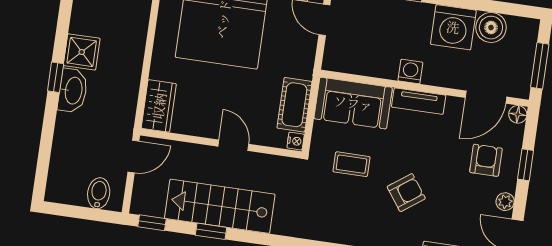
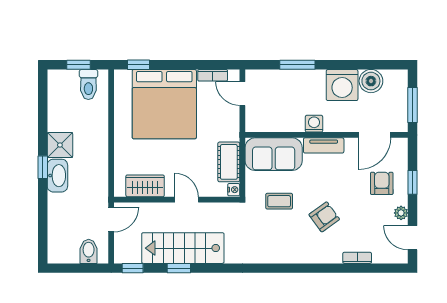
wardrobe: (159, 106) -> (145, 186), moved, turned -90
floor lamp: (518, 114) -> (401, 145), removed

